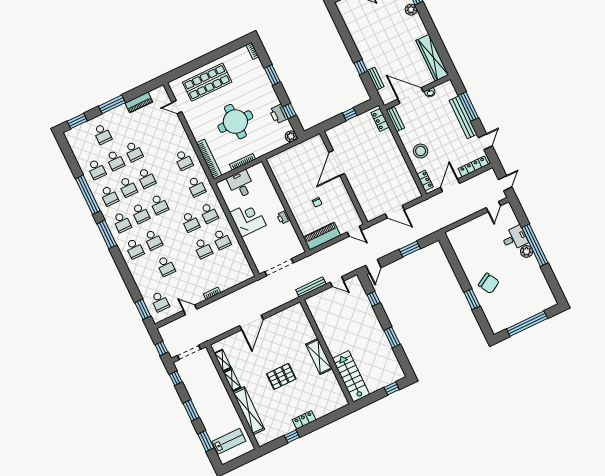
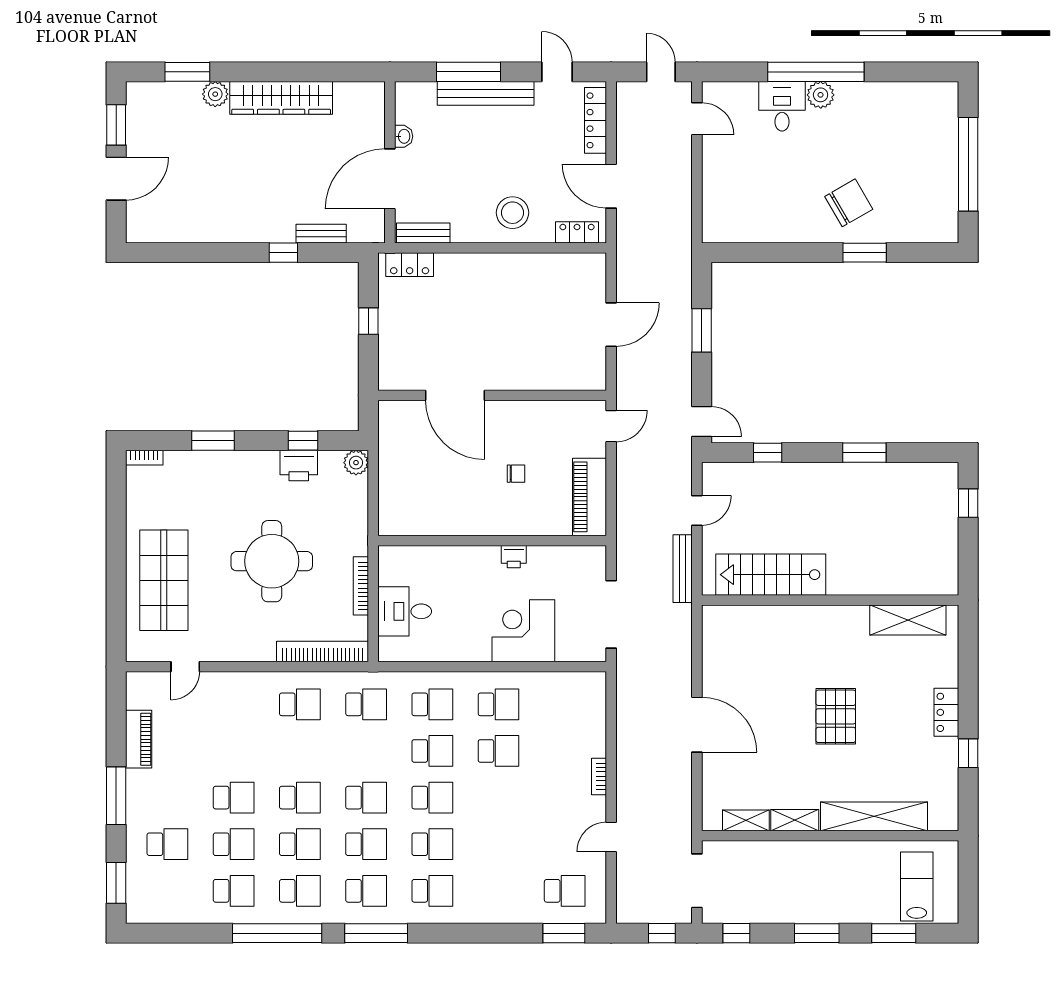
wardrobe: (432, 58) -> (281, 98), moved
corner desk: (248, 219) -> (523, 631), moved
school desk: (166, 266) -> (432, 798), moved
shelving: (319, 357) -> (908, 620), moved
stairs: (351, 376) -> (771, 575), moved

